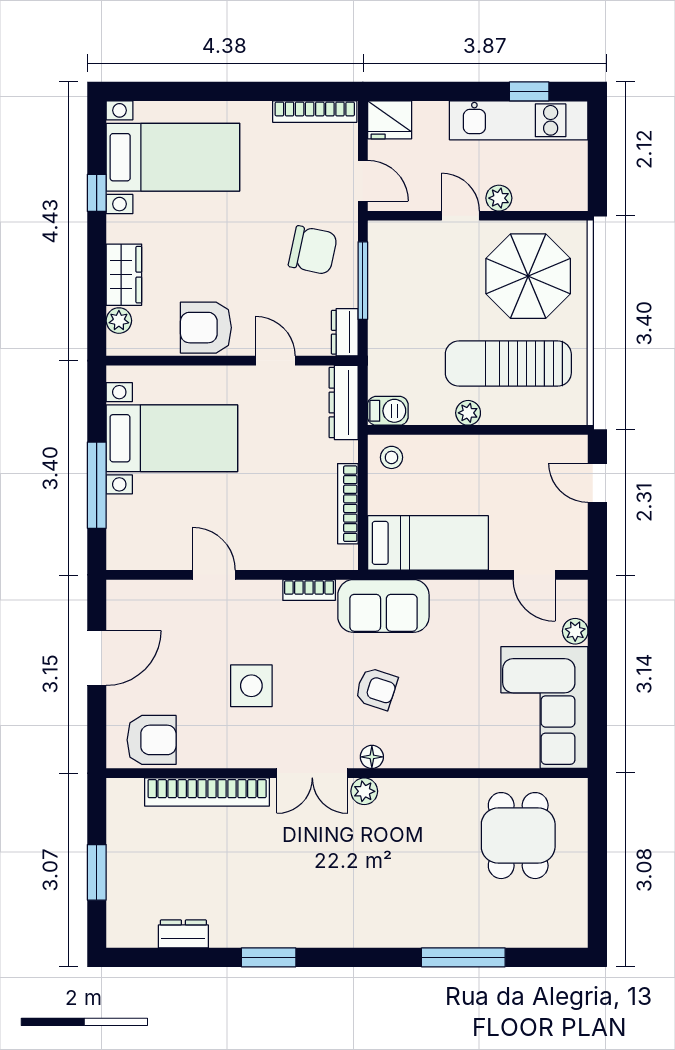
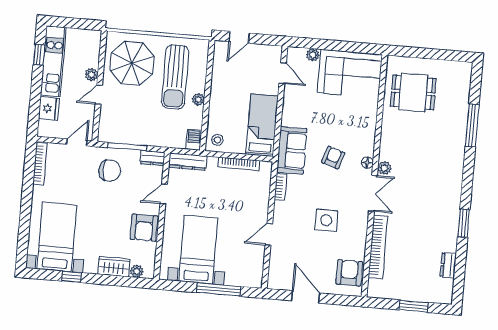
fridge: (390, 120) -> (49, 109), moved
chair: (313, 250) -> (110, 171), turned 78
door: (534, 575) -> (283, 73), hinge flipped

